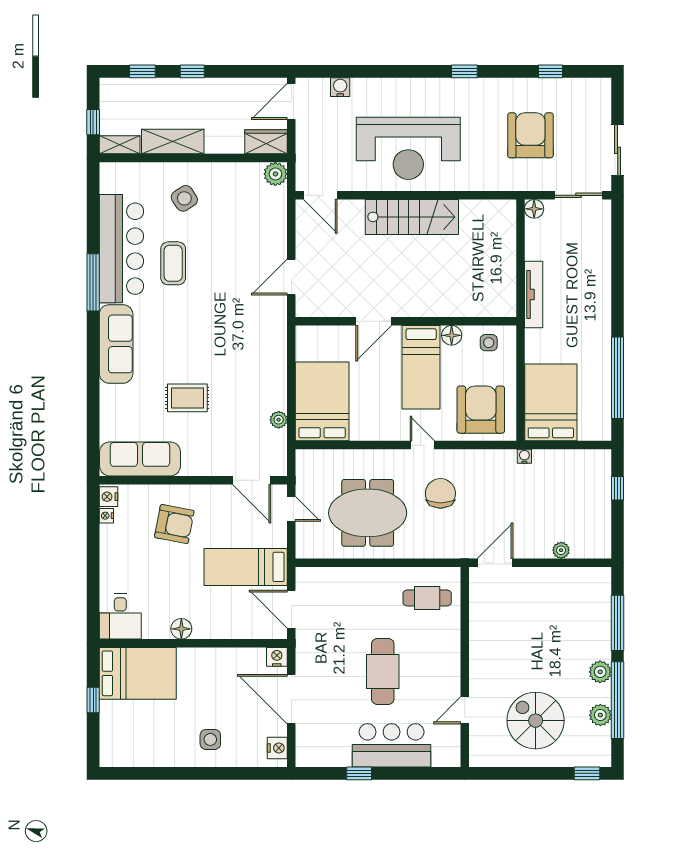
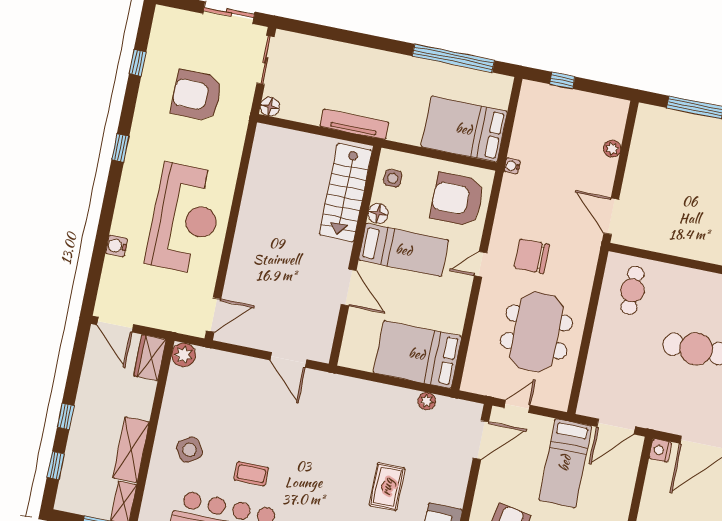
water cooler: (340, 87) -> (116, 246), moved
stairs: (412, 217) -> (346, 193), moved, turned 180
coffee table: (173, 263) -> (251, 474), width x0.73, depth x0.77

